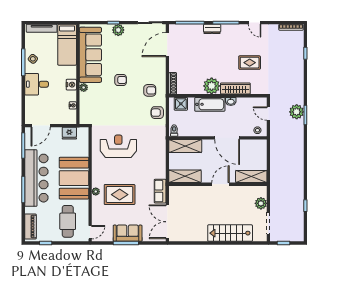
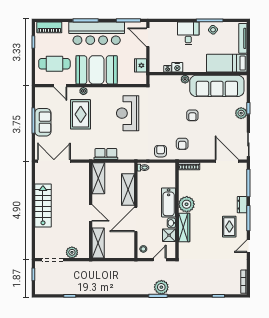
rug: (250, 63) -> (229, 227), moved
nightstand: (71, 85) -> (177, 67), moved
shower: (181, 104) -> (169, 235), moved
reception desk: (118, 146) -> (128, 113), turned 180
shelving: (185, 146) -> (128, 190), moved
row of seats: (160, 191) -> (106, 154), moved
door: (90, 232) -> (60, 86), moved
stairs: (230, 233) -> (43, 205), moved

